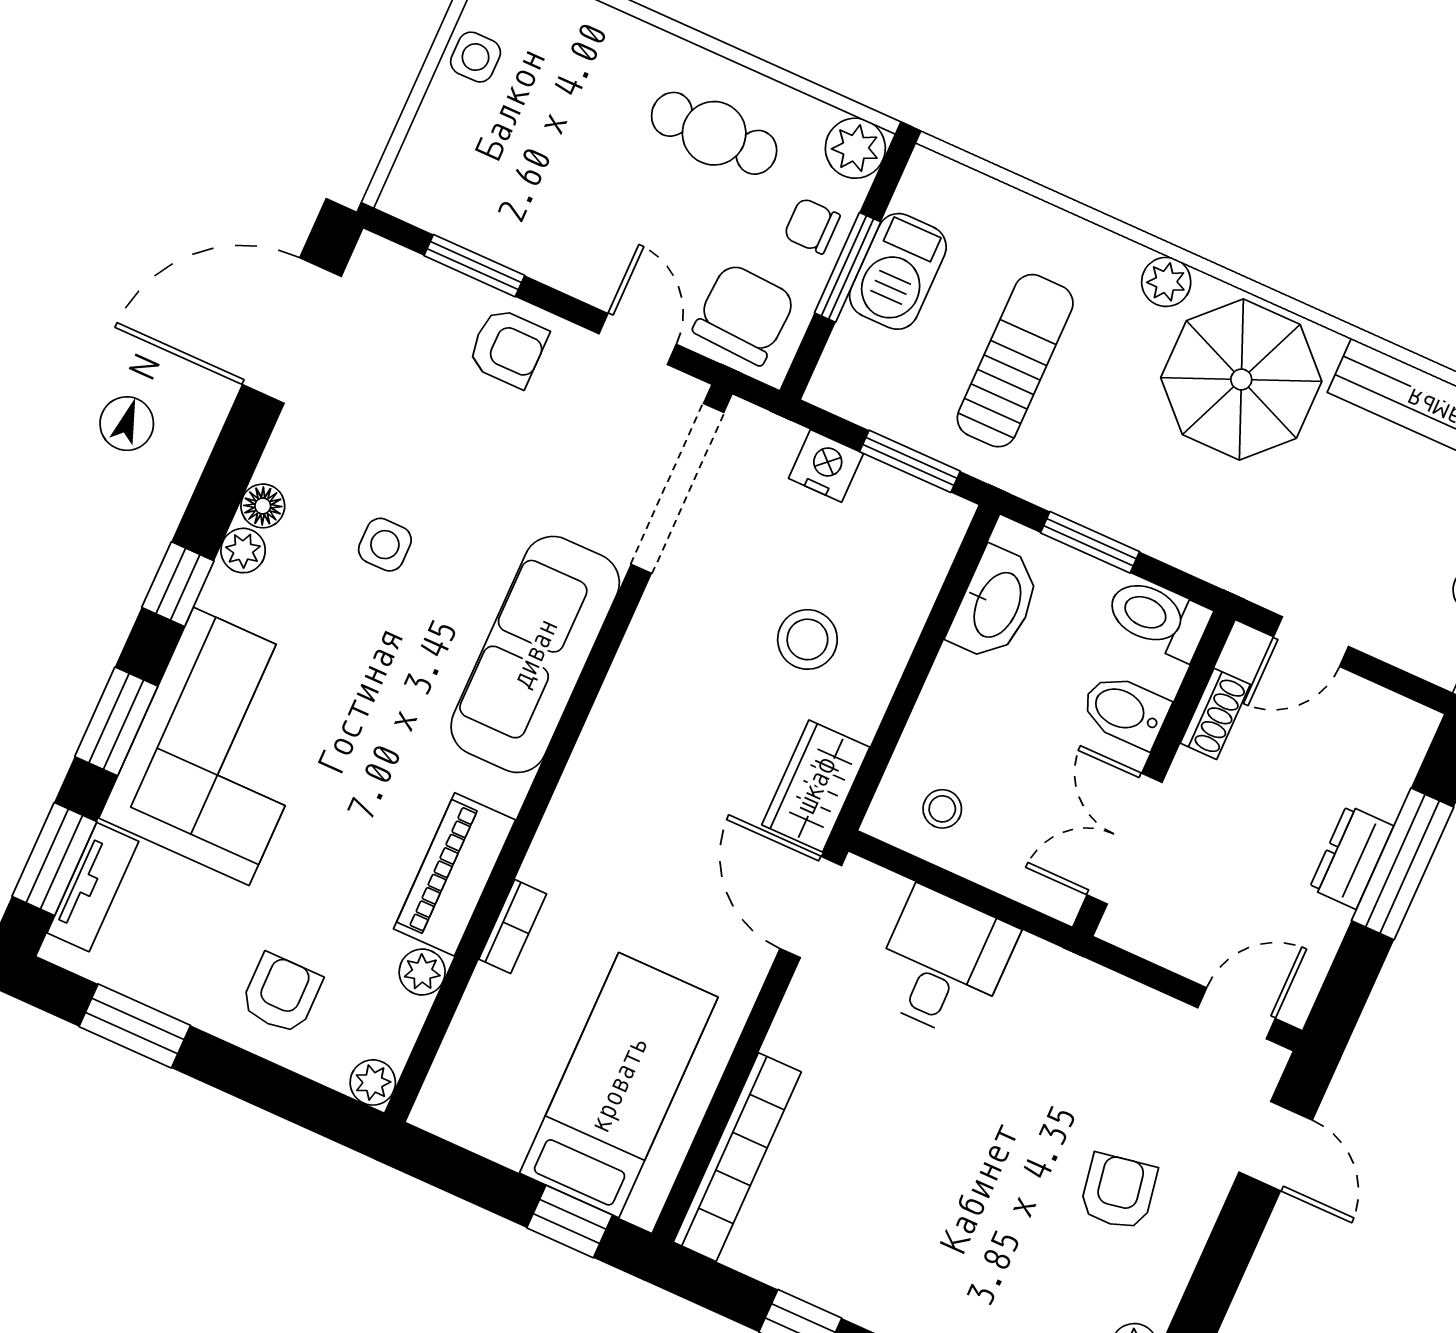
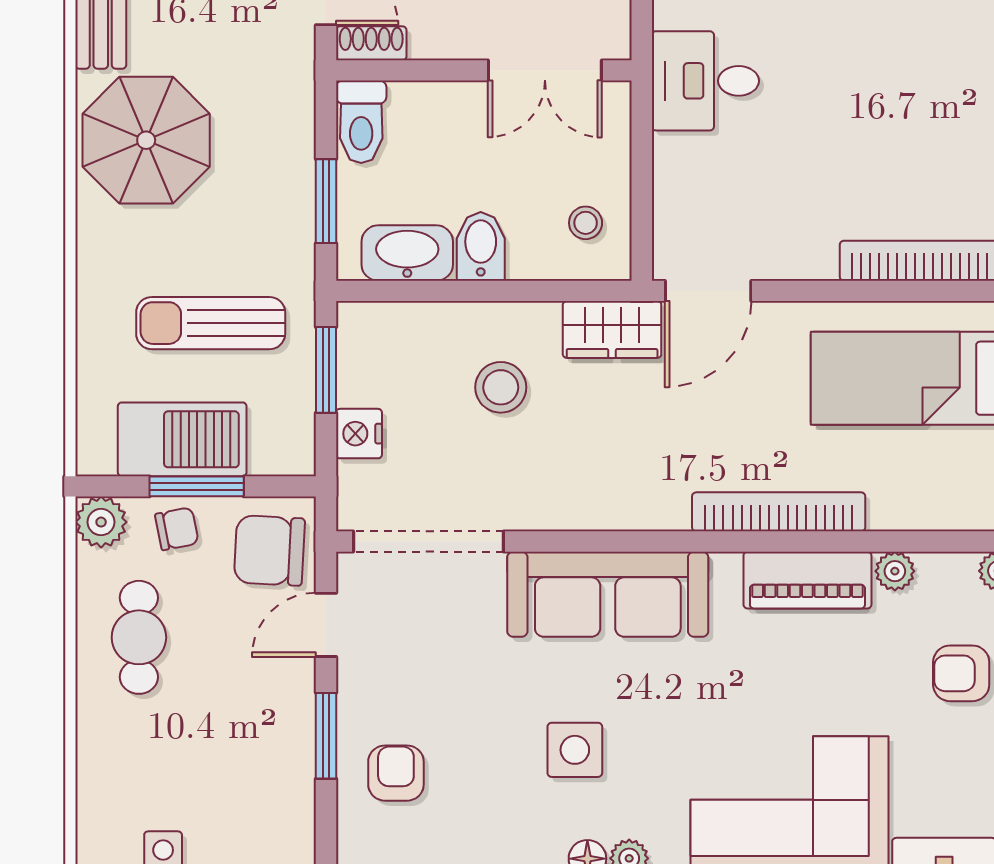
chair: (812, 226) -> (177, 529), turned -101
window: (474, 266) -> (326, 736), moved
barbecue: (898, 271) -> (182, 439), width x1.37, depth x1.21
plant: (1166, 282) -> (96, 233), removed
armchair: (508, 348) -> (396, 773), moved
side table: (385, 545) -> (575, 750), width x1.37, depth x1.37
bidet: (1125, 711) -> (481, 246), moved, turned 180
shoe rack: (1215, 714) -> (371, 43), moved
bookcase: (513, 926) -> (779, 512), width x2.31, depth x1.31
desk: (943, 963) -> (705, 81), moved

